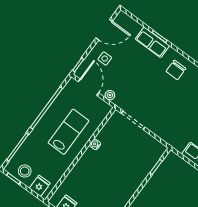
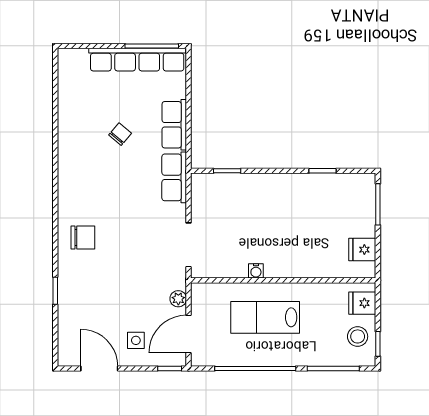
row of seats: (152, 42) -> (174, 177), moved, turned 180

